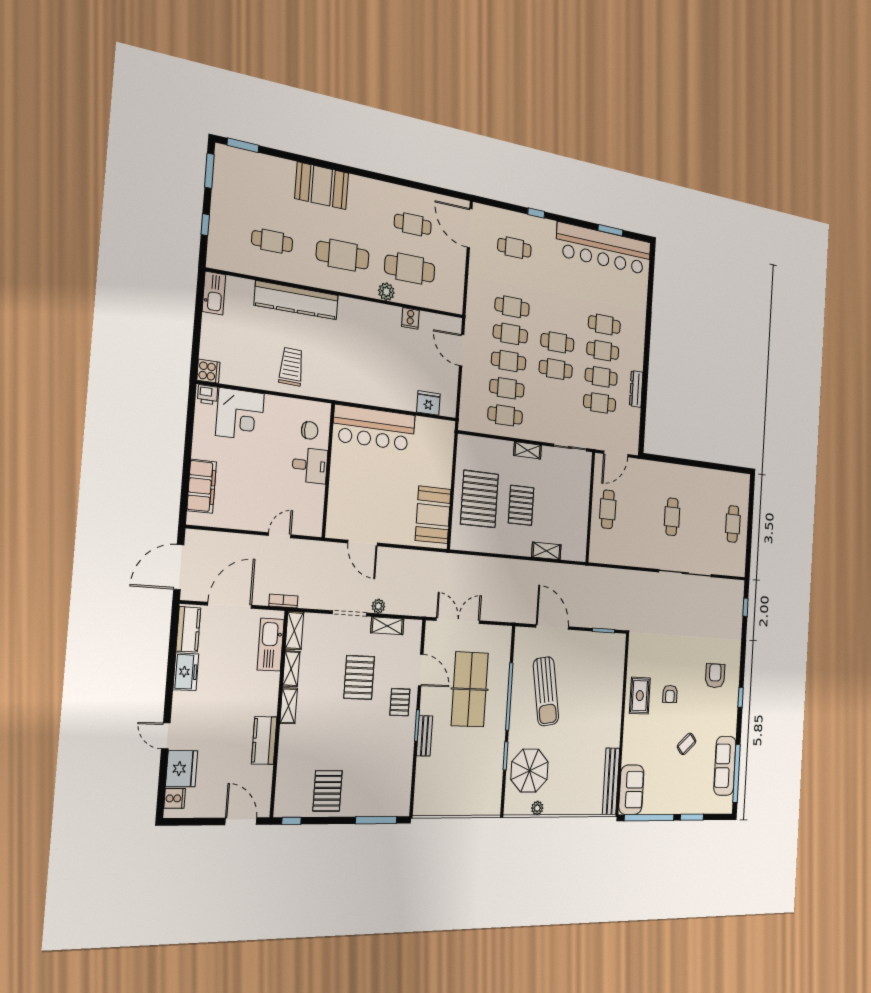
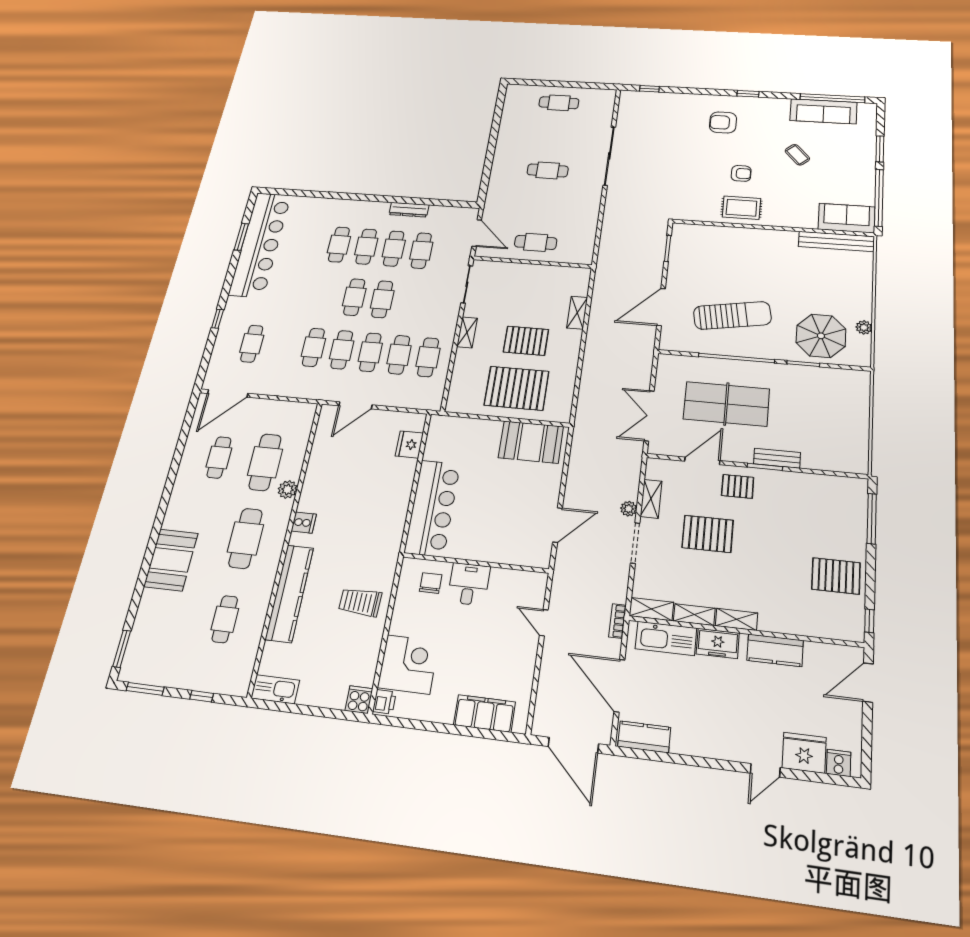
cooker: (410, 318) -> (304, 523), moved
freezer: (186, 672) -> (718, 643), moved, turned 180

